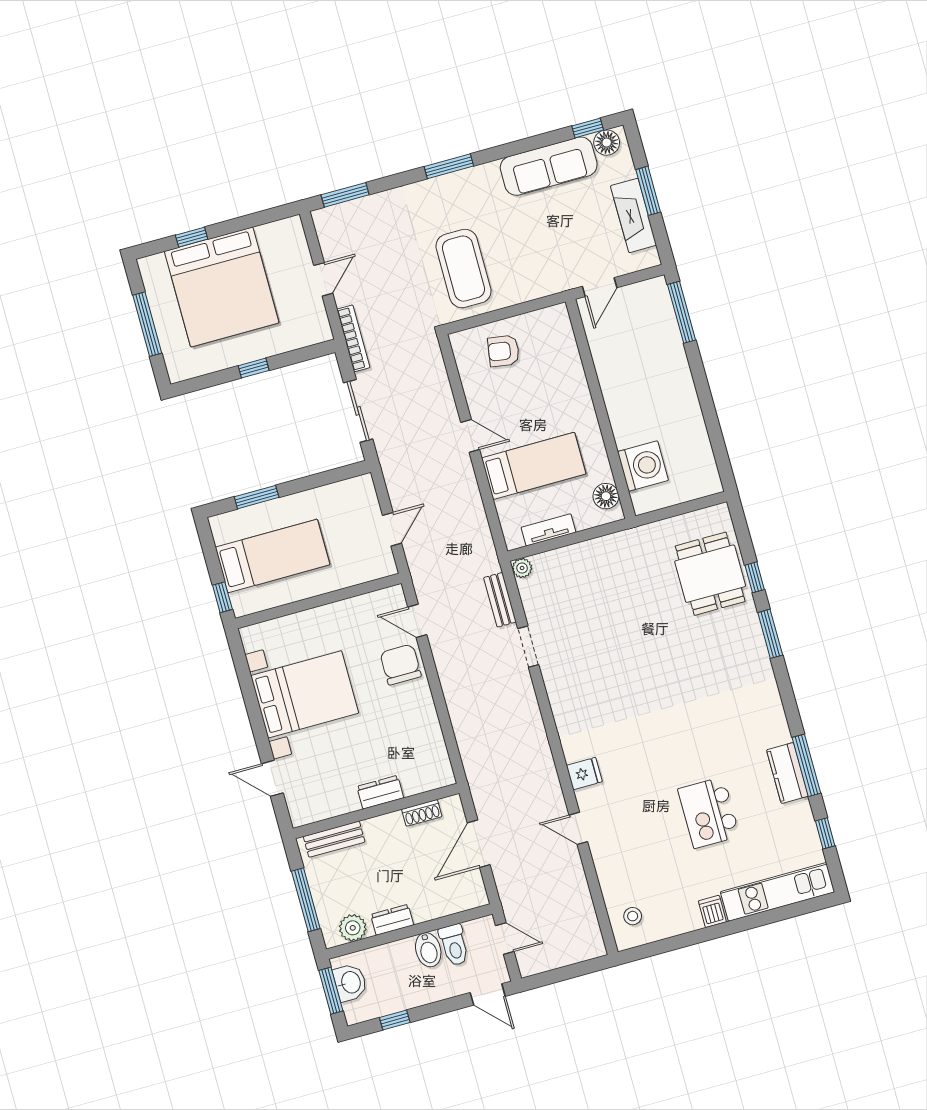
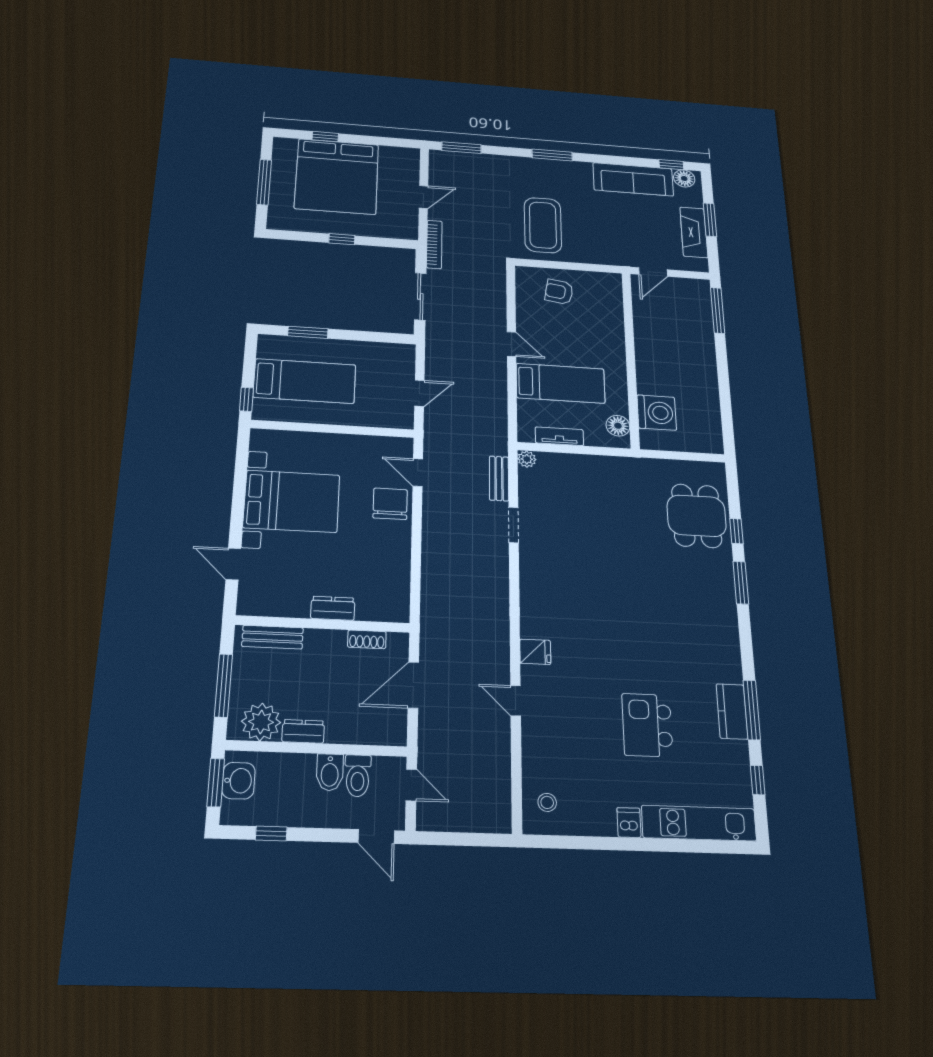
plant: (353, 928) -> (261, 722), width x1.36, depth x1.36

